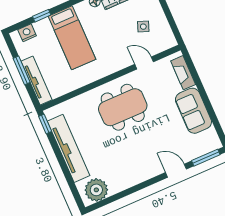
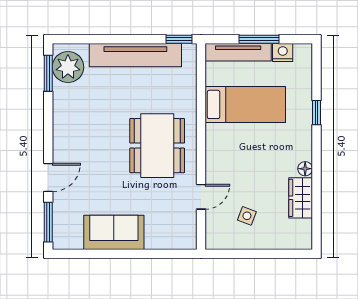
window: (42, 16) -> (317, 113), moved
nightstand: (27, 33) -> (283, 52), moved, turned -90
bed: (72, 38) -> (245, 104), moved, turned 180
fireplace: (183, 73) -> (167, 240), removed
window: (106, 201) -> (48, 73), added

